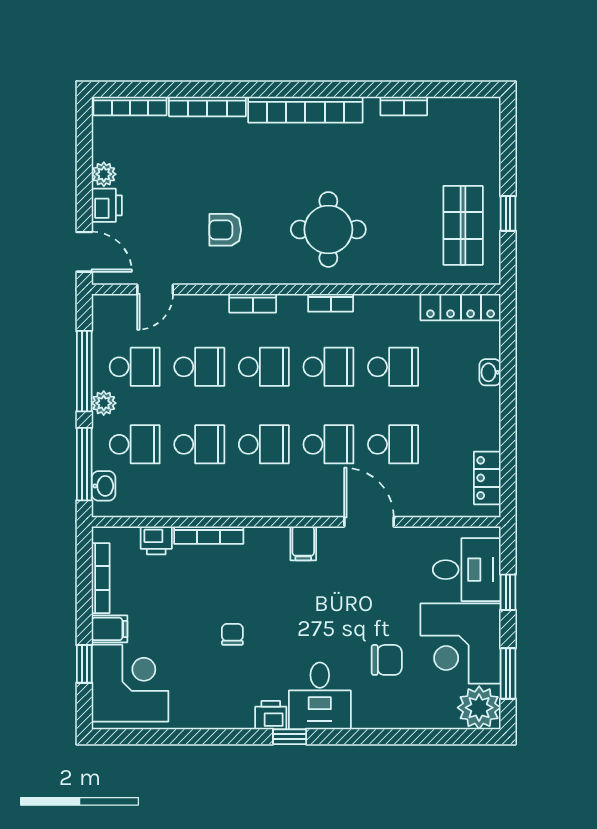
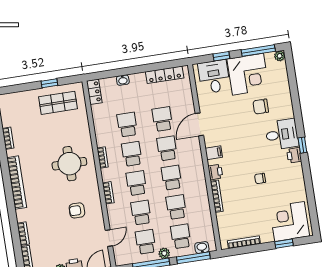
bookcase: (207, 106) -> (23, 234), width x0.64
armchair: (225, 230) -> (77, 210), turned 90
door: (155, 289) -> (109, 238), hinge flipped
locker: (461, 307) -> (94, 92), width x0.66
locker: (487, 478) -> (165, 75), width x1.53
printer: (156, 540) -> (215, 172), moved
filing cabinet: (109, 629) -> (266, 235), removed
chair: (387, 660) -> (261, 107), turned -90
window: (508, 673) -> (258, 51), width x1.44
plant: (479, 708) -> (280, 56), width x0.53, depth x0.53

